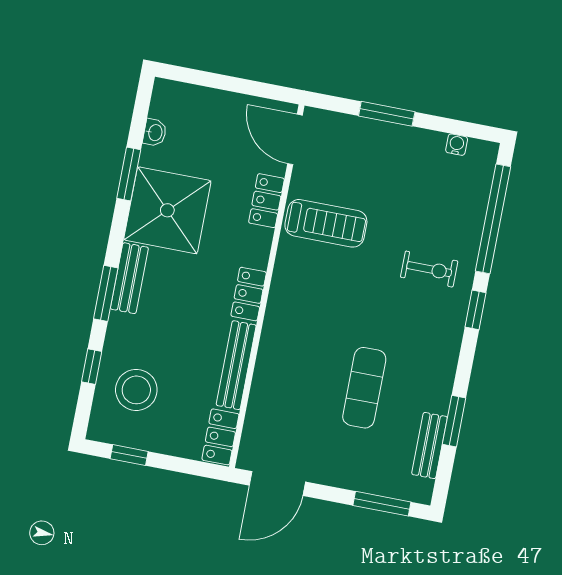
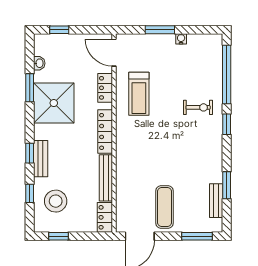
window: (203, 78) -> (59, 30), added
water cooler: (457, 145) -> (181, 39), moved
treadmill: (326, 223) -> (139, 94), turned 90
bench: (129, 278) -> (41, 159), moved
window: (106, 293) -> (30, 153), width x0.67
locker: (249, 294) -> (105, 131), width x1.53
exercise mat: (364, 388) -> (164, 207), moved

